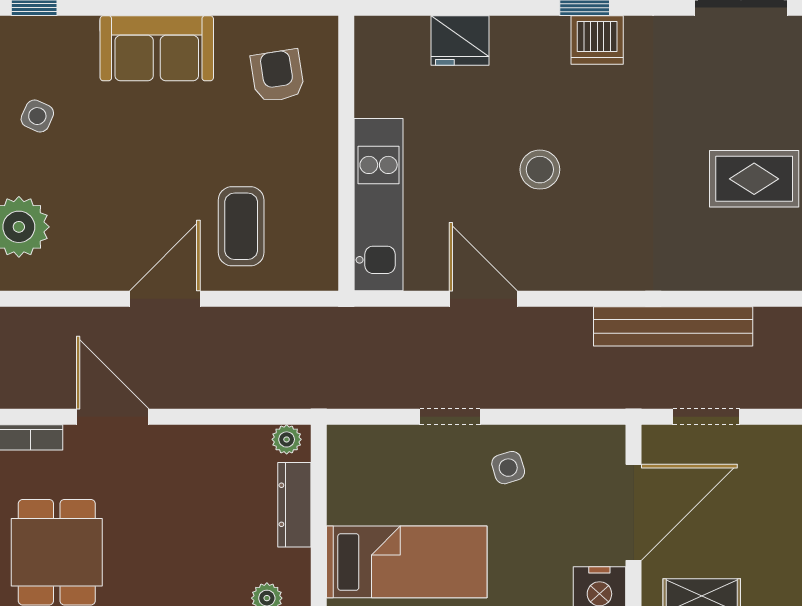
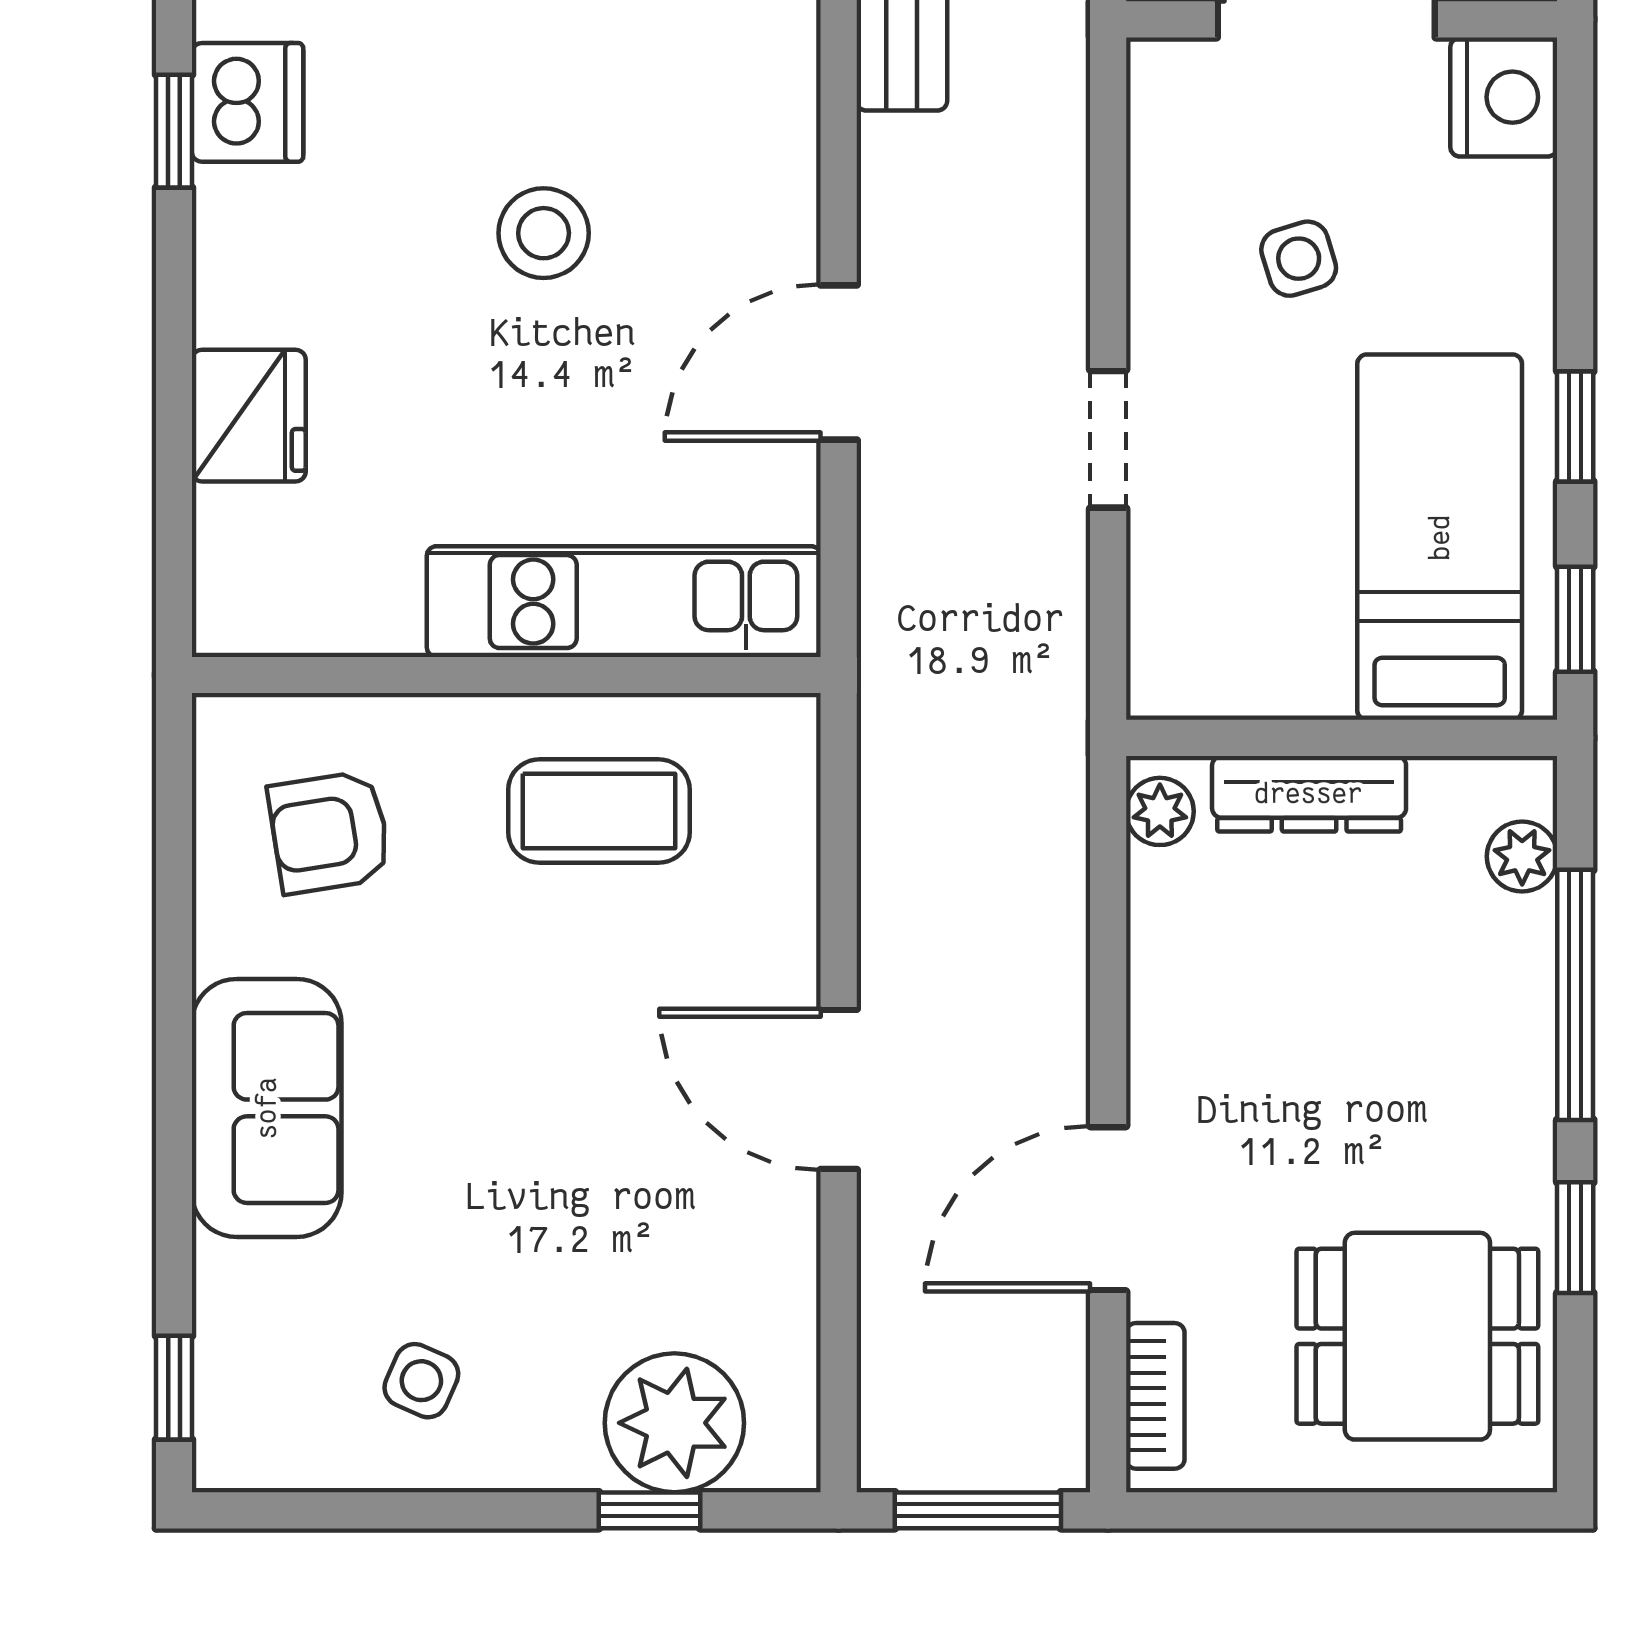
coffee table: (241, 226) -> (599, 811), moved
side table: (508, 468) -> (1299, 259), moved

